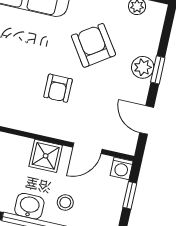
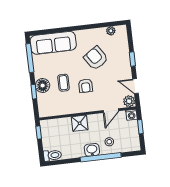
plant: (143, 67) -> (129, 101), moved
coffee table: (21, 69) -> (63, 83), added
shower: (46, 156) -> (80, 123), moved

